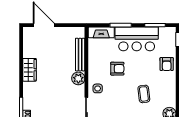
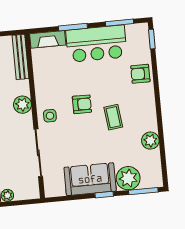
bench: (80, 55) -> (21, 57), moved
armchair: (167, 64) -> (140, 74), turned 90
armchair: (117, 69) -> (82, 104), moved

